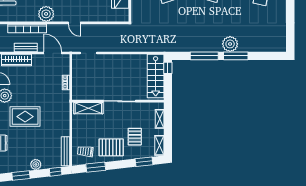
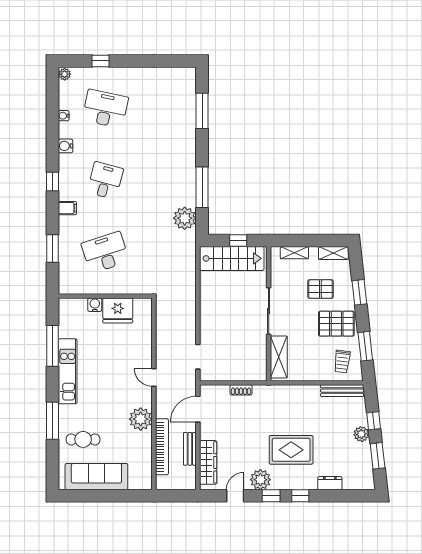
door: (74, 23) -> (154, 378), swing flipped
plant: (230, 44) -> (185, 218), moved
window: (236, 56) -> (202, 111), moved
window: (168, 68) -> (238, 240), moved
rug: (25, 117) -> (291, 450), turned 90
pallet: (111, 147) -> (336, 324), turned 90
window: (144, 162) -> (359, 292), moved
window: (56, 172) -> (374, 421), moved

